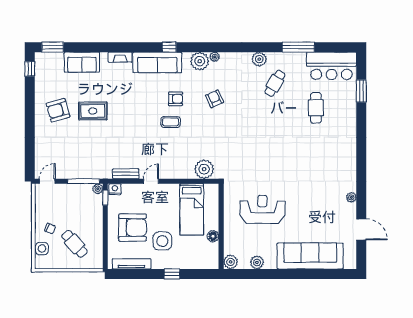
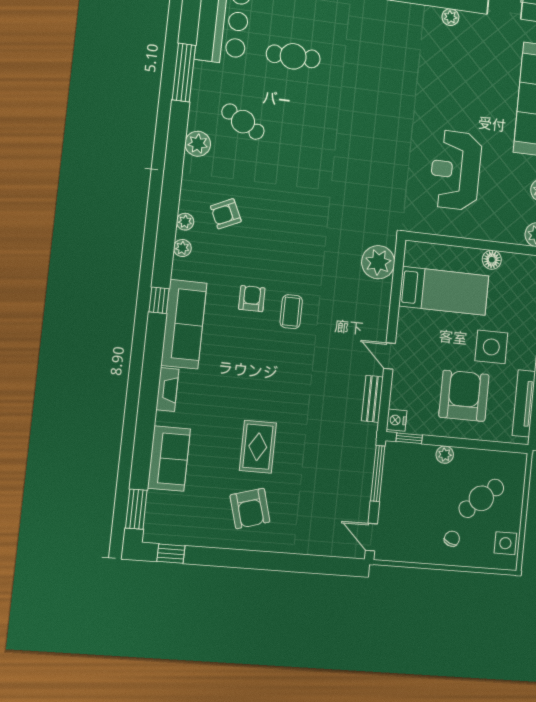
plant: (200, 61) -> (182, 248), width x0.53, depth x0.53
armchair: (215, 99) -> (226, 214), moved
plant: (98, 189) -> (445, 455), moved
side table: (42, 248) -> (505, 543), moved

